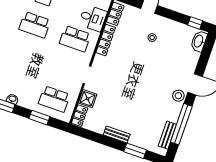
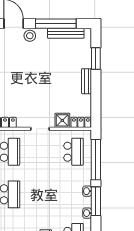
window: (39, 118) -> (96, 160), width x2.11
bench: (167, 135) -> (66, 33), width x1.36

